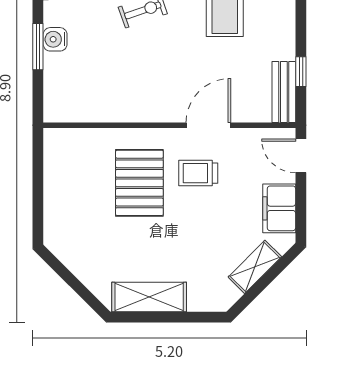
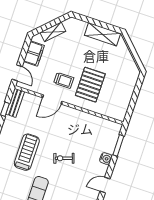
window: (38, 47) -> (118, 145), moved

